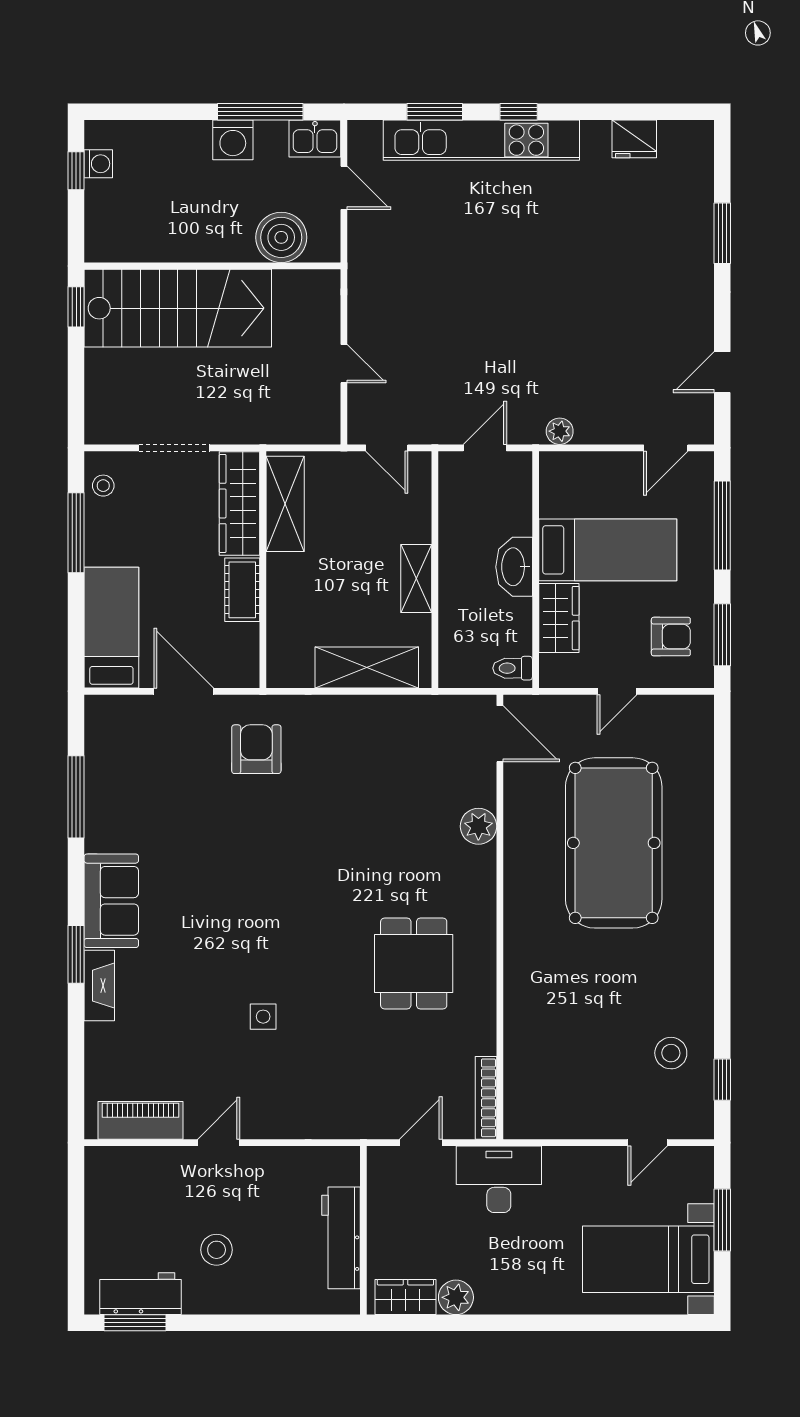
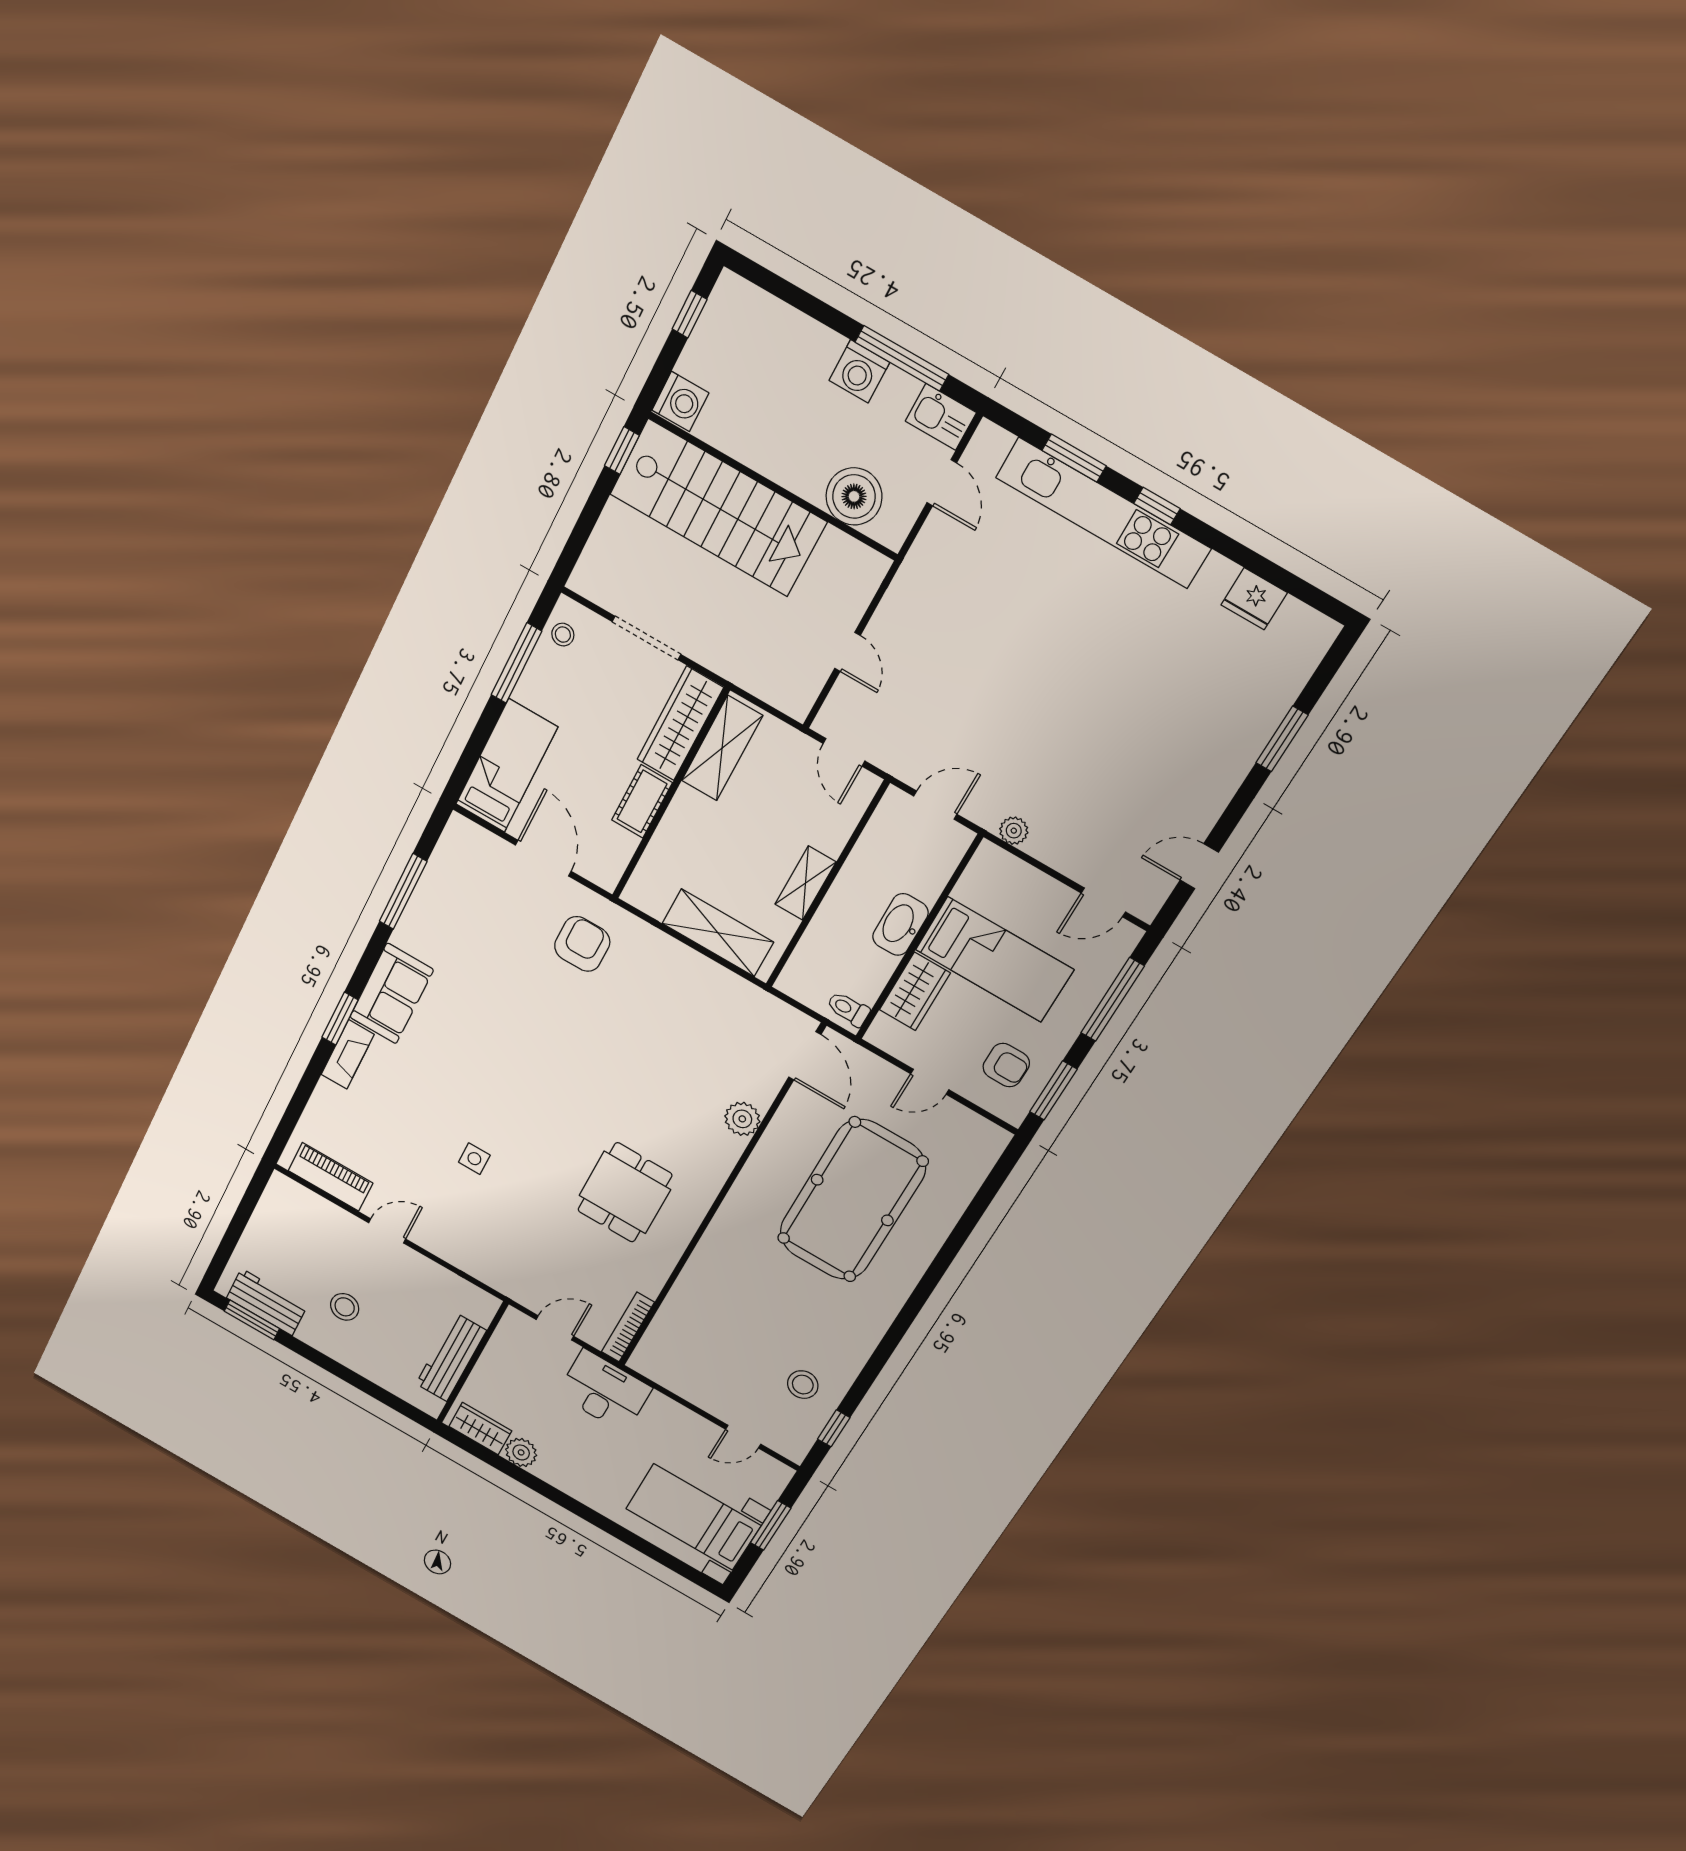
washing machine: (98, 164) -> (680, 402), moved, width x1.38, depth x1.38

